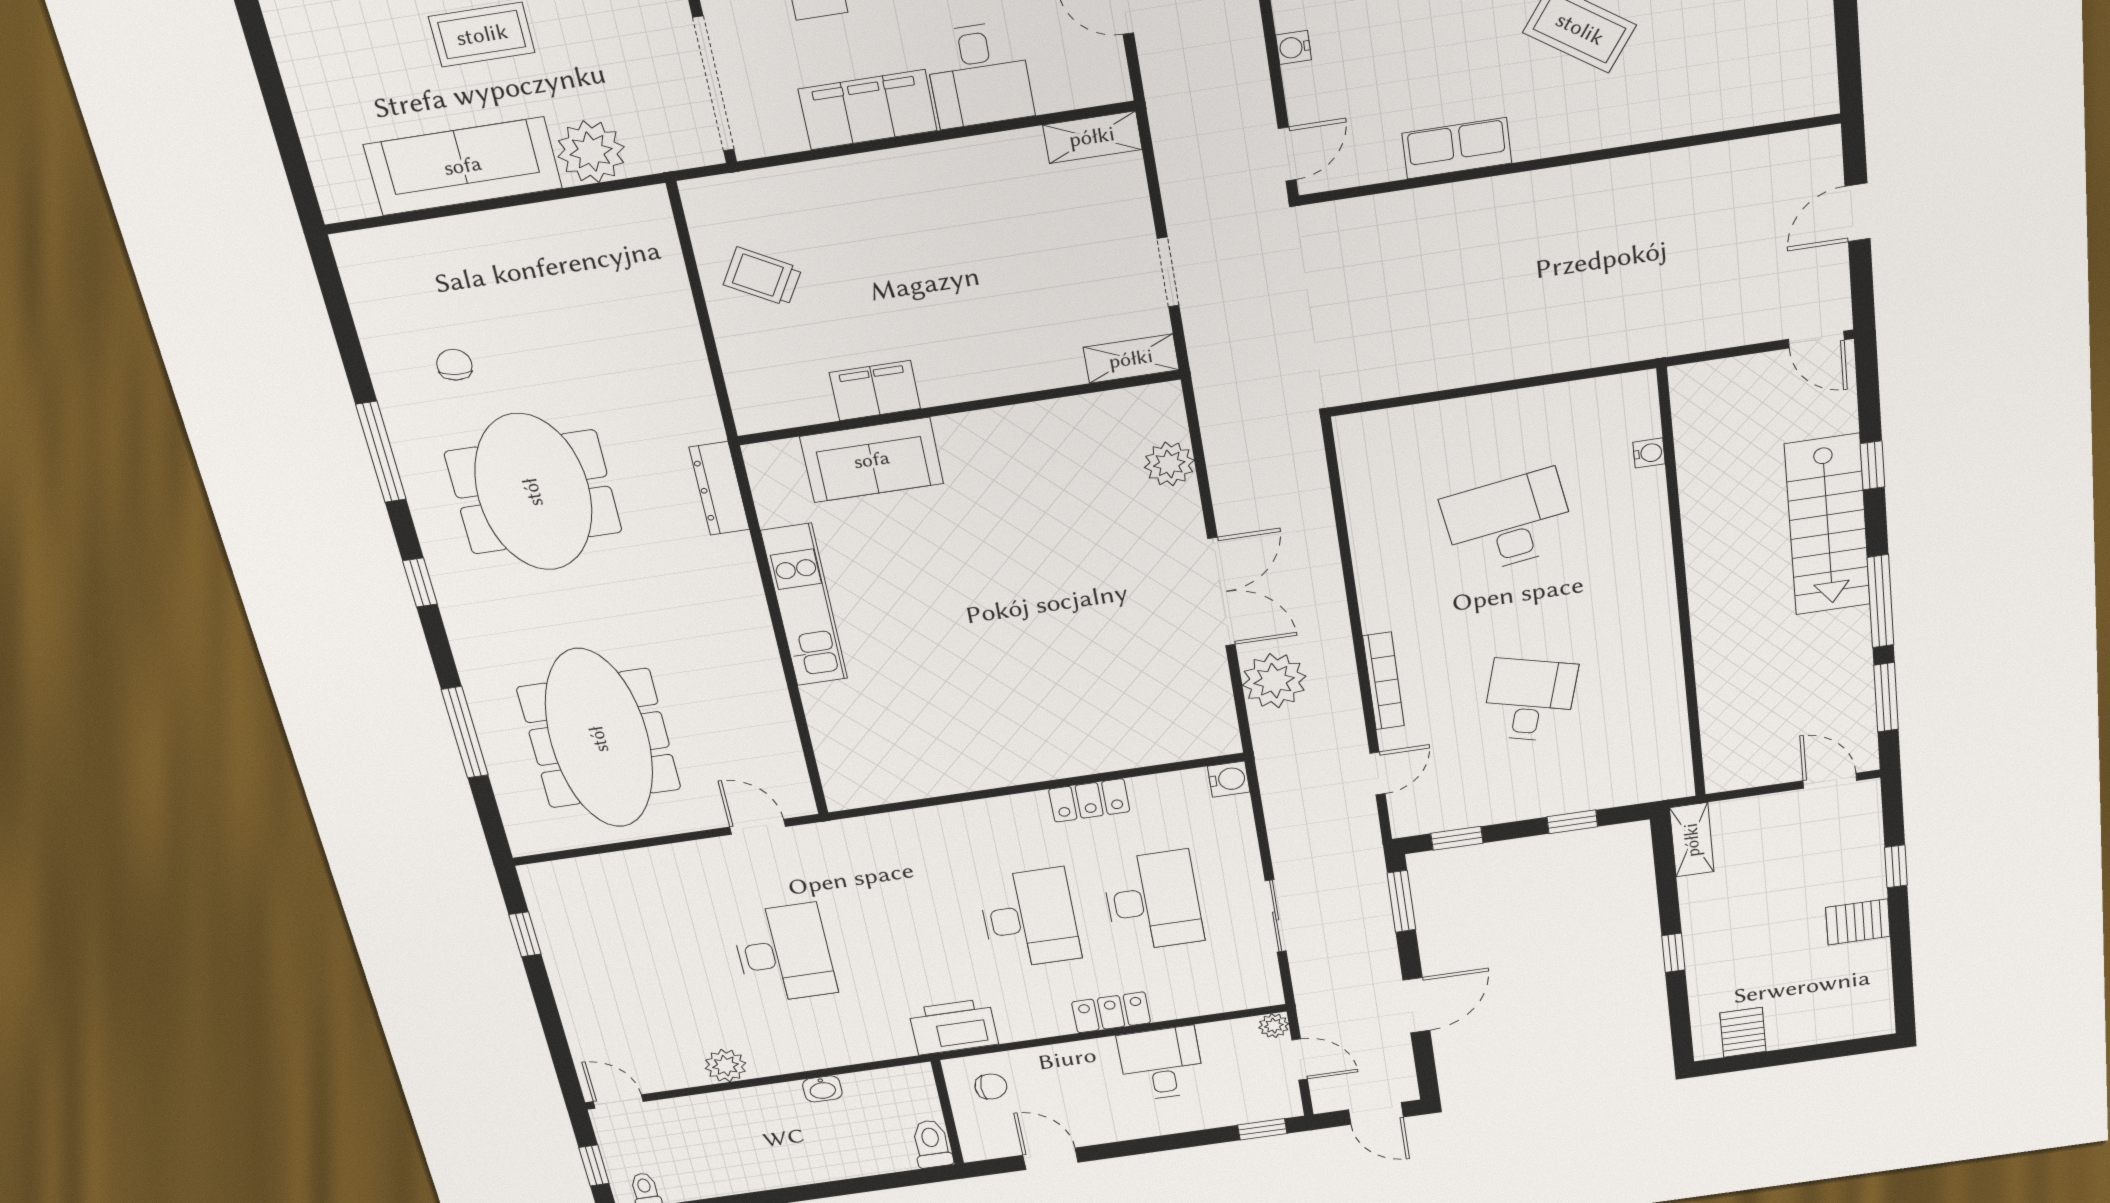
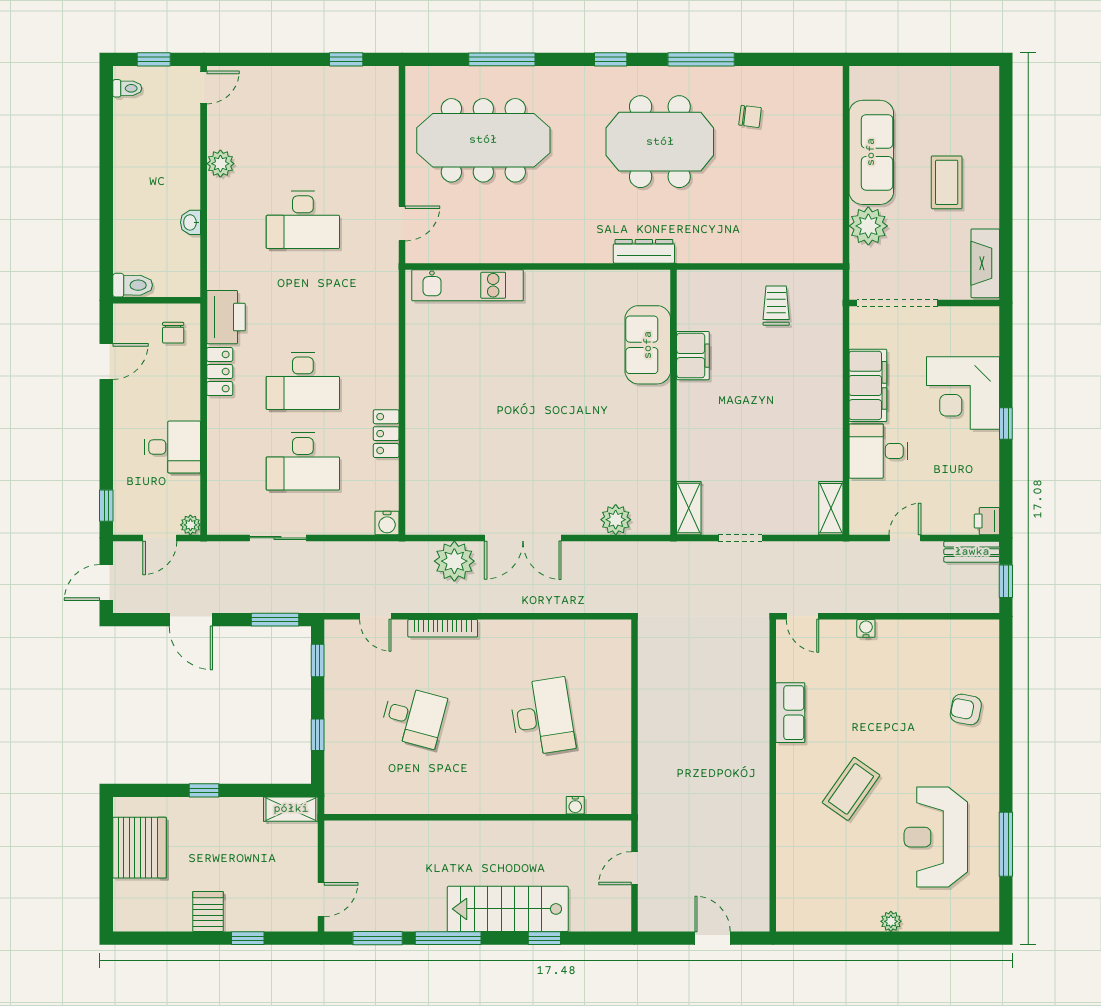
trolley: (762, 277) -> (776, 306), turned -30
door: (1816, 340) -> (634, 868), moved
kitchen unit: (804, 605) -> (468, 285), moved
locker: (1111, 1012) -> (220, 372), moved
server rack: (1743, 1032) -> (139, 848), width x2.18, depth x1.44

